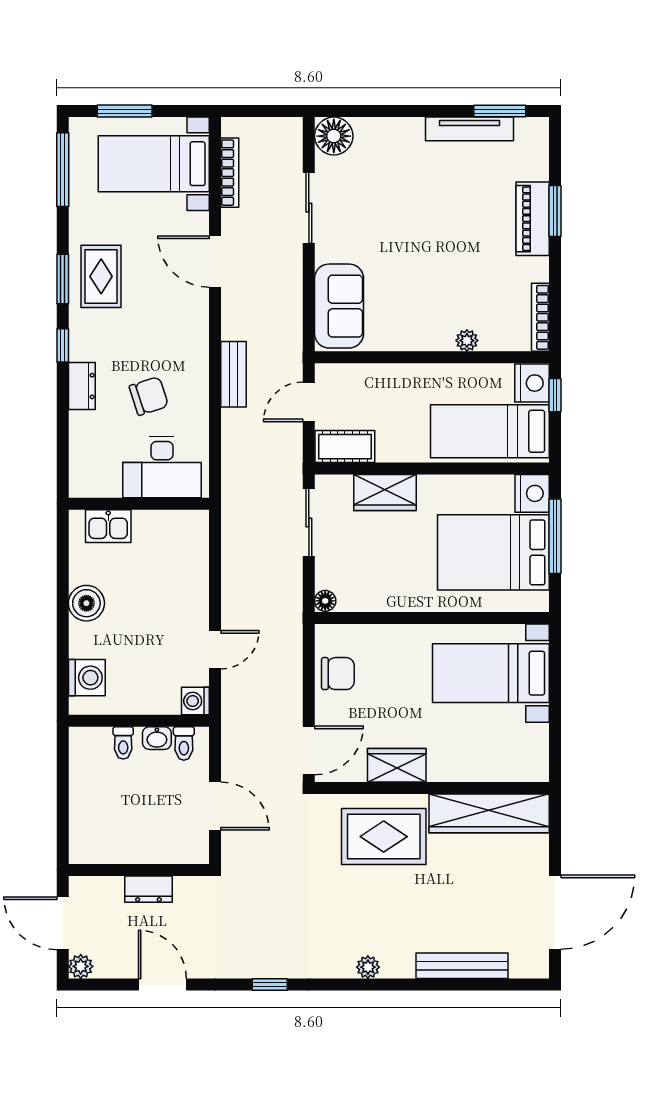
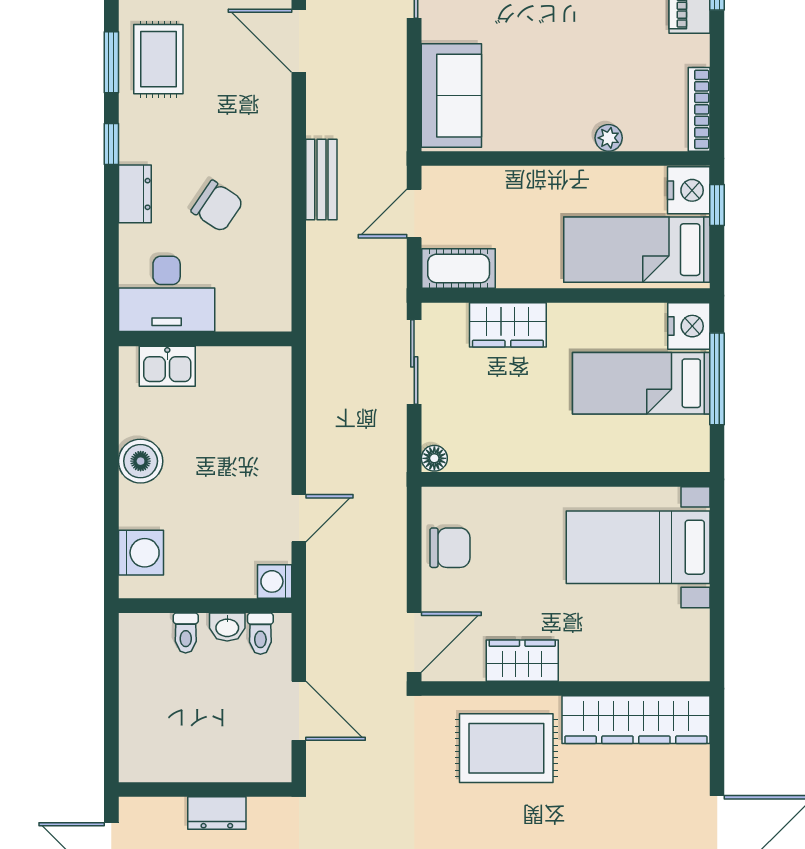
chair: (149, 396) -> (217, 206), turned 52
desk: (162, 467) -> (167, 294), moved
bed: (493, 552) -> (641, 383), width x0.67

